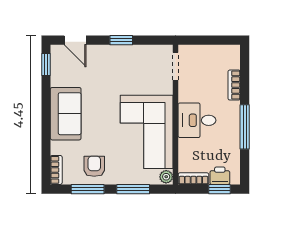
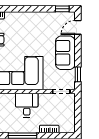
window: (121, 40) -> (78, 74), moved
sofa: (66, 114) -> (65, 53), moved, turned 90

